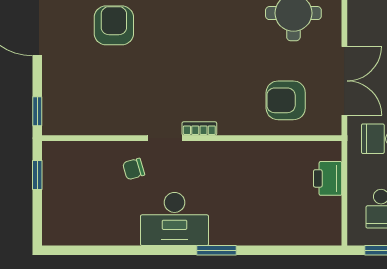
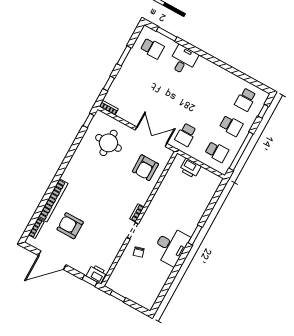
printer: (55, 117) -> (96, 274), added

